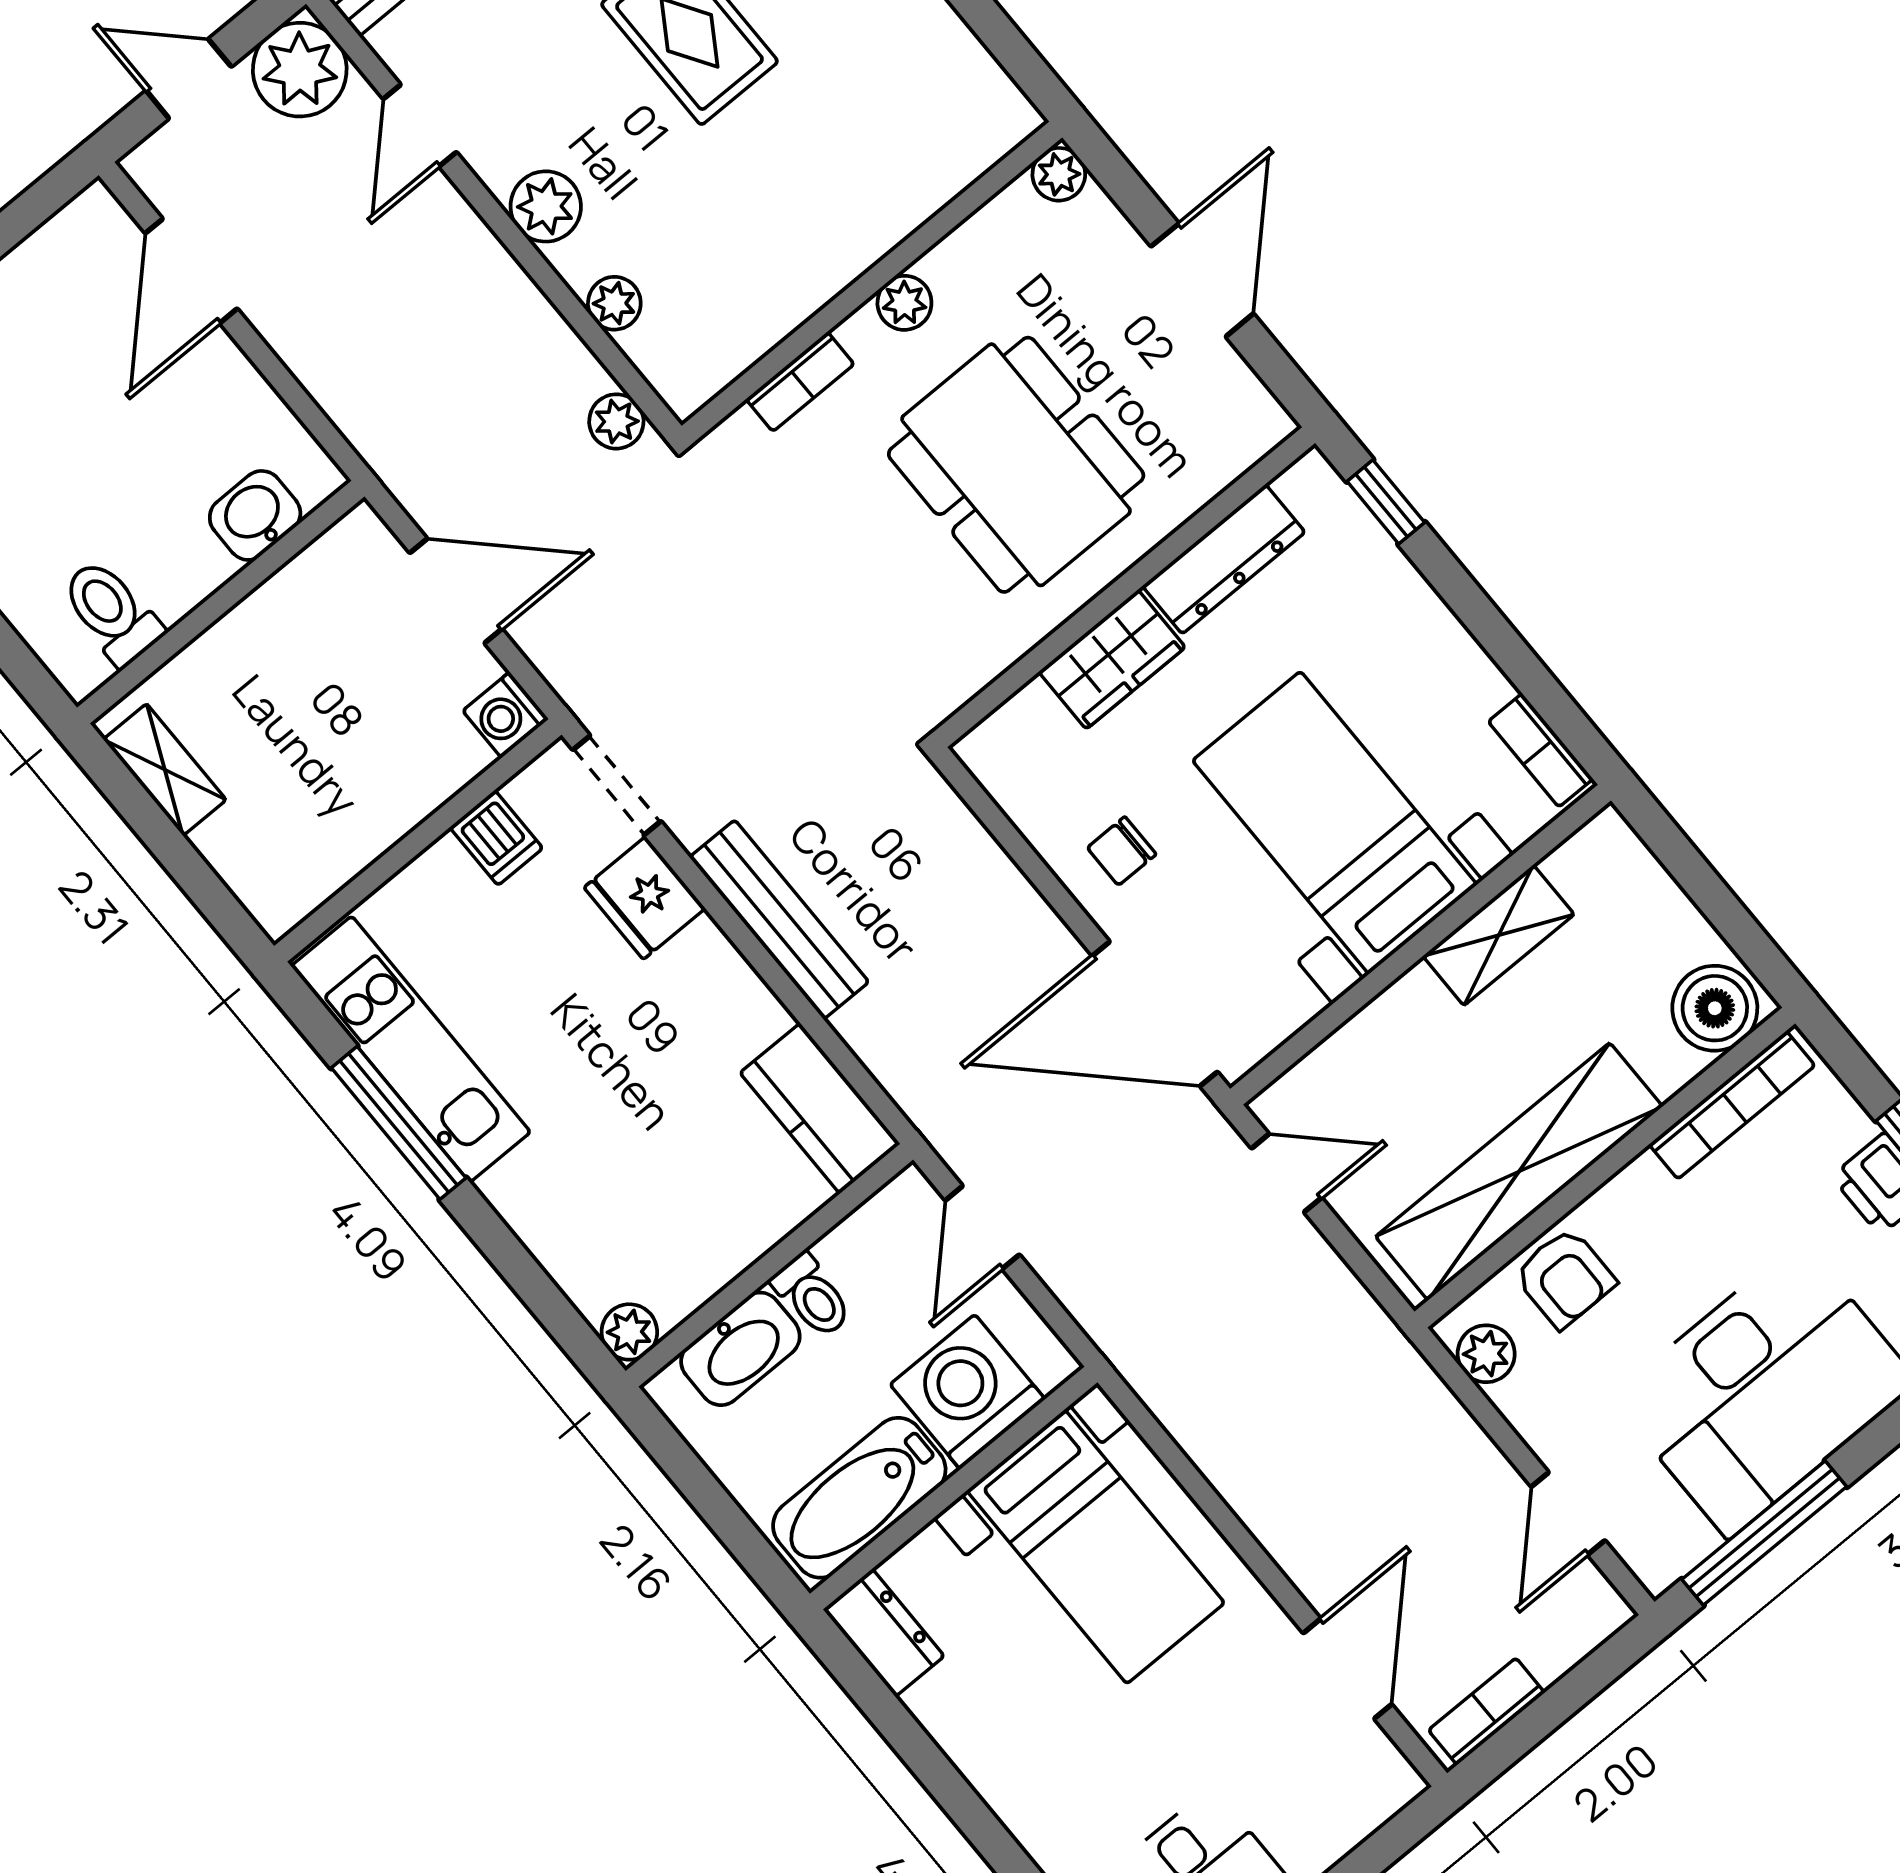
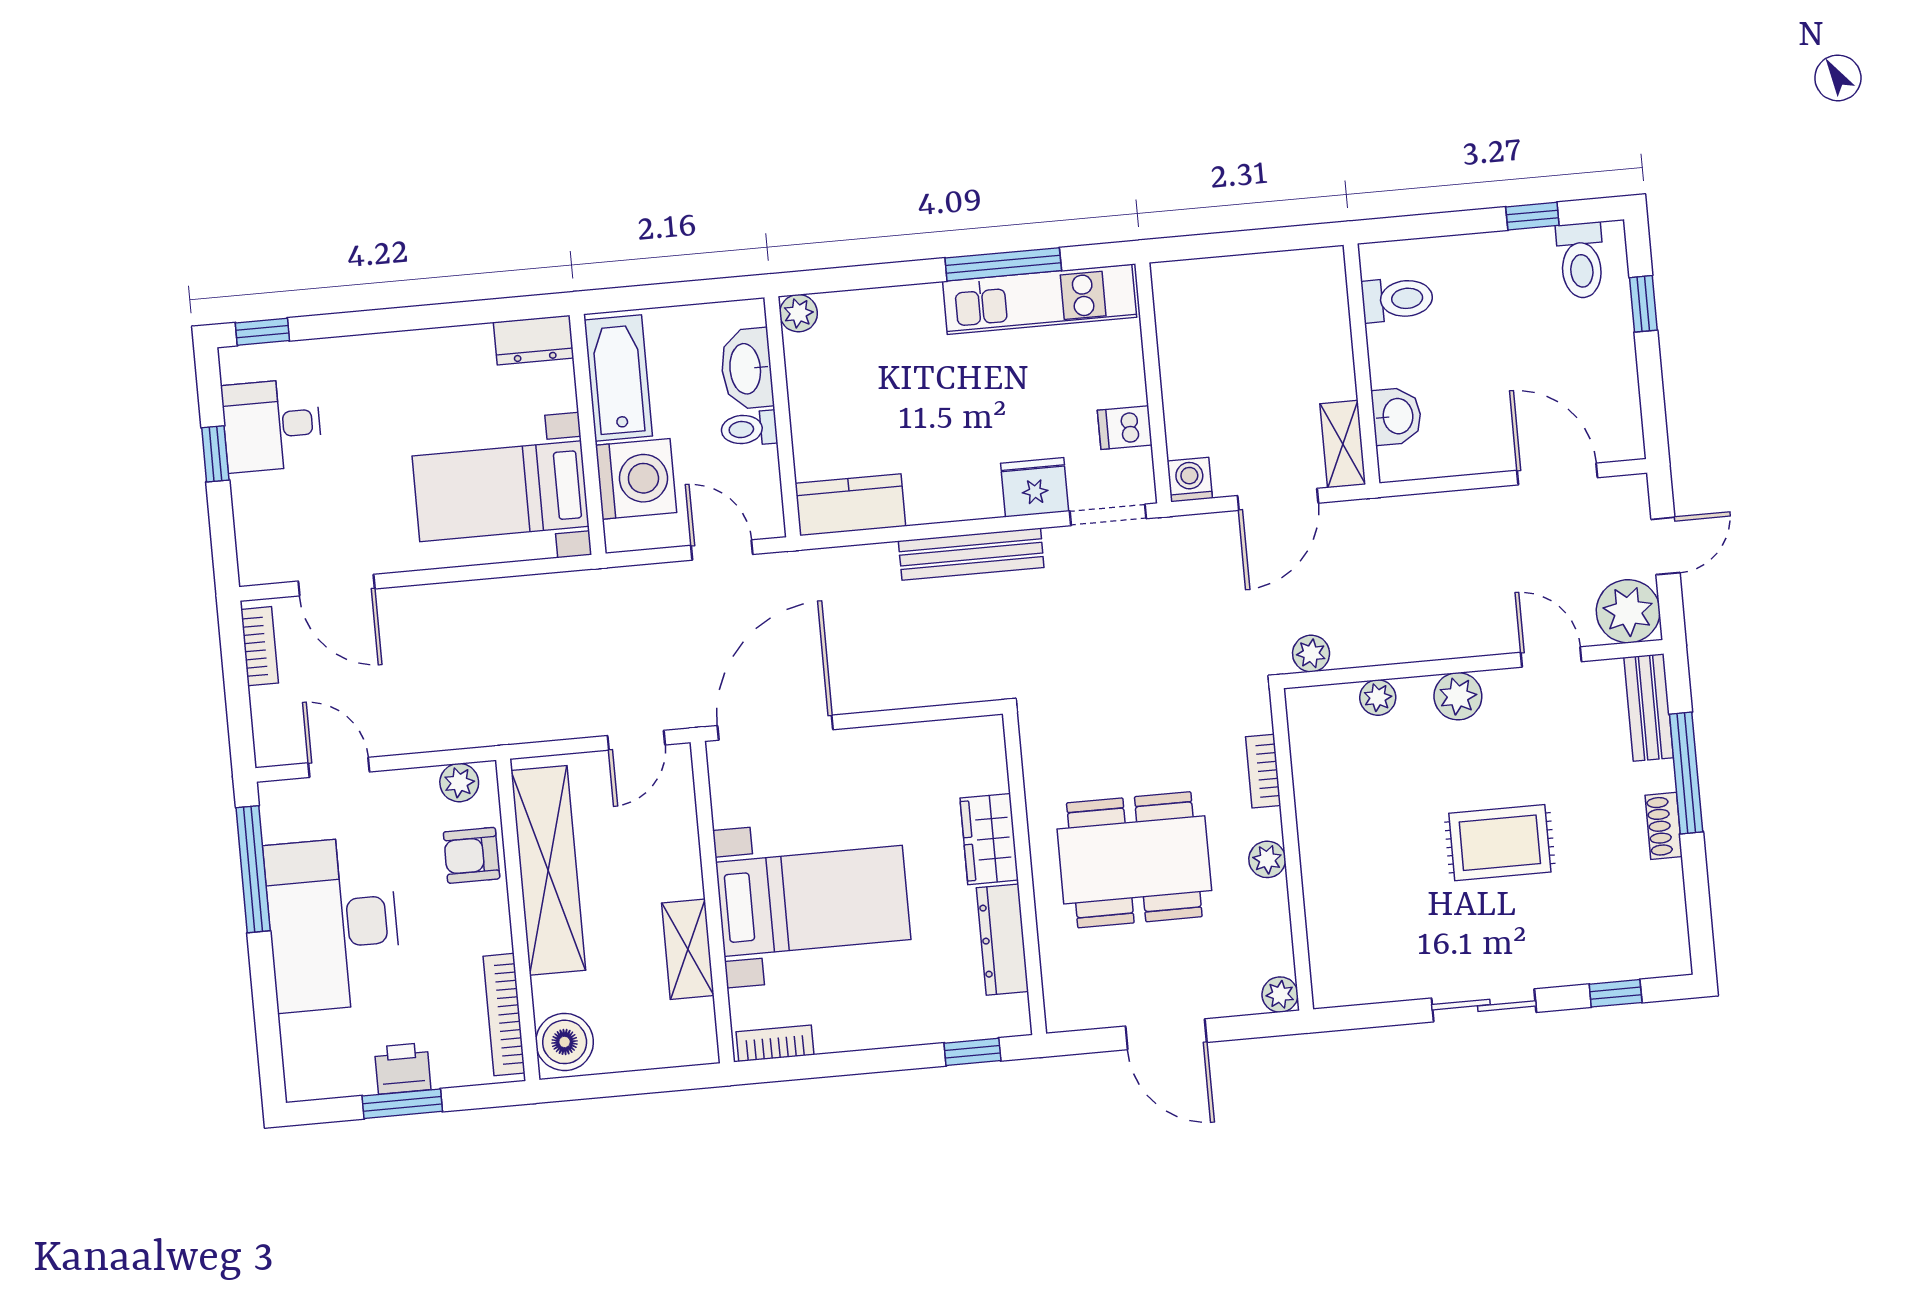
shelving: (165, 770) -> (1343, 444), moved, turned 90
chair: (1122, 851) -> (879, 771), removed

